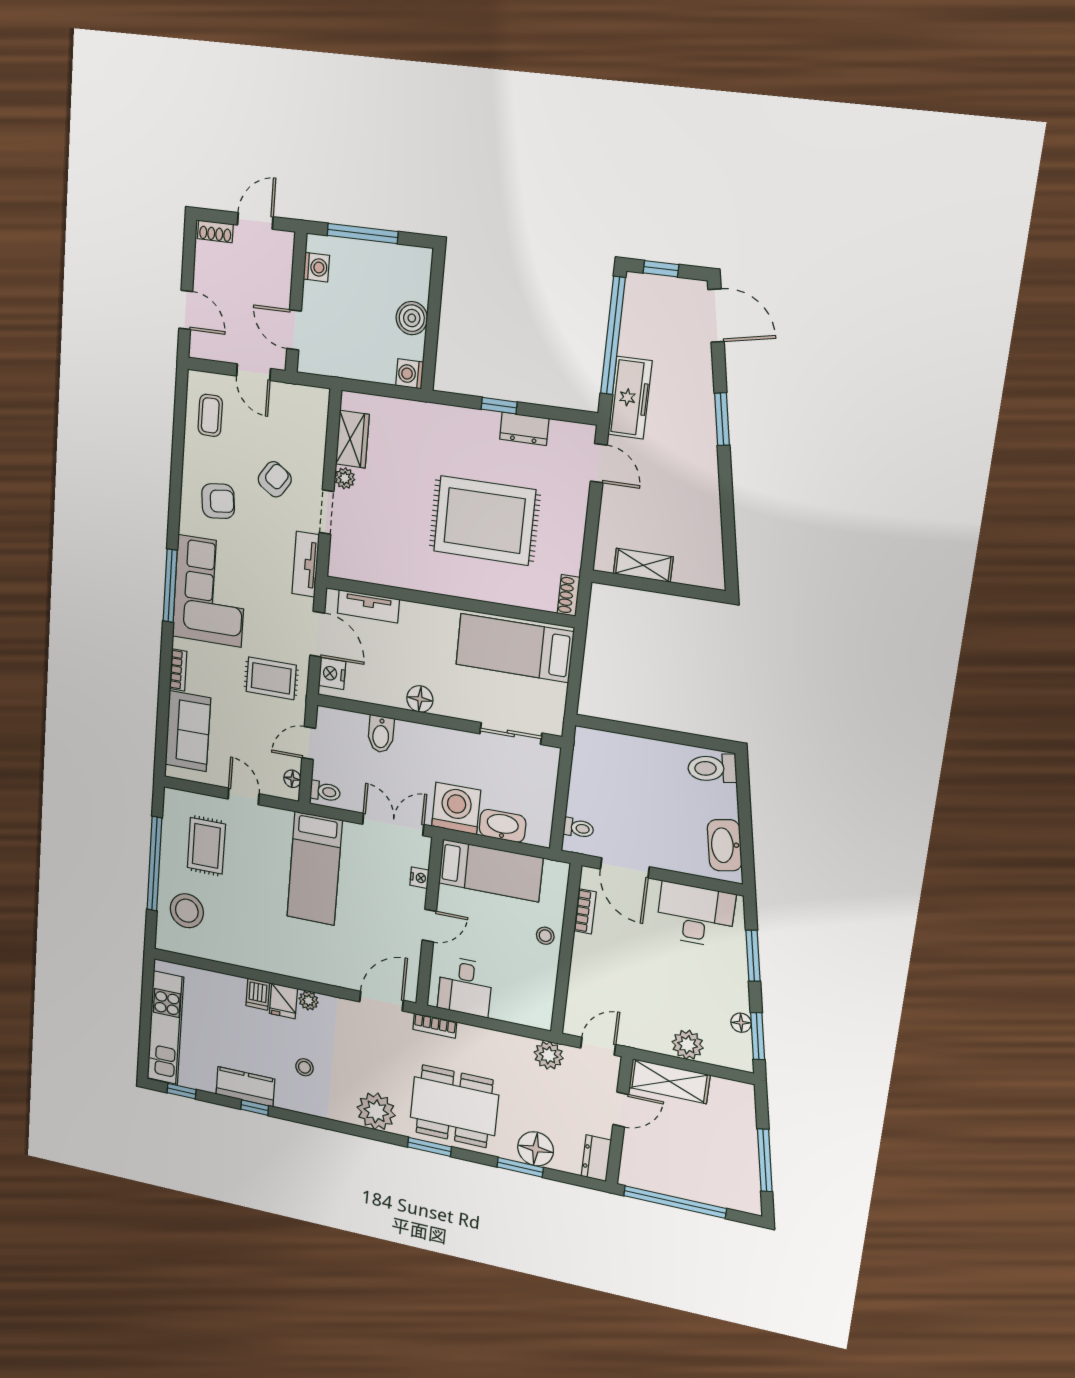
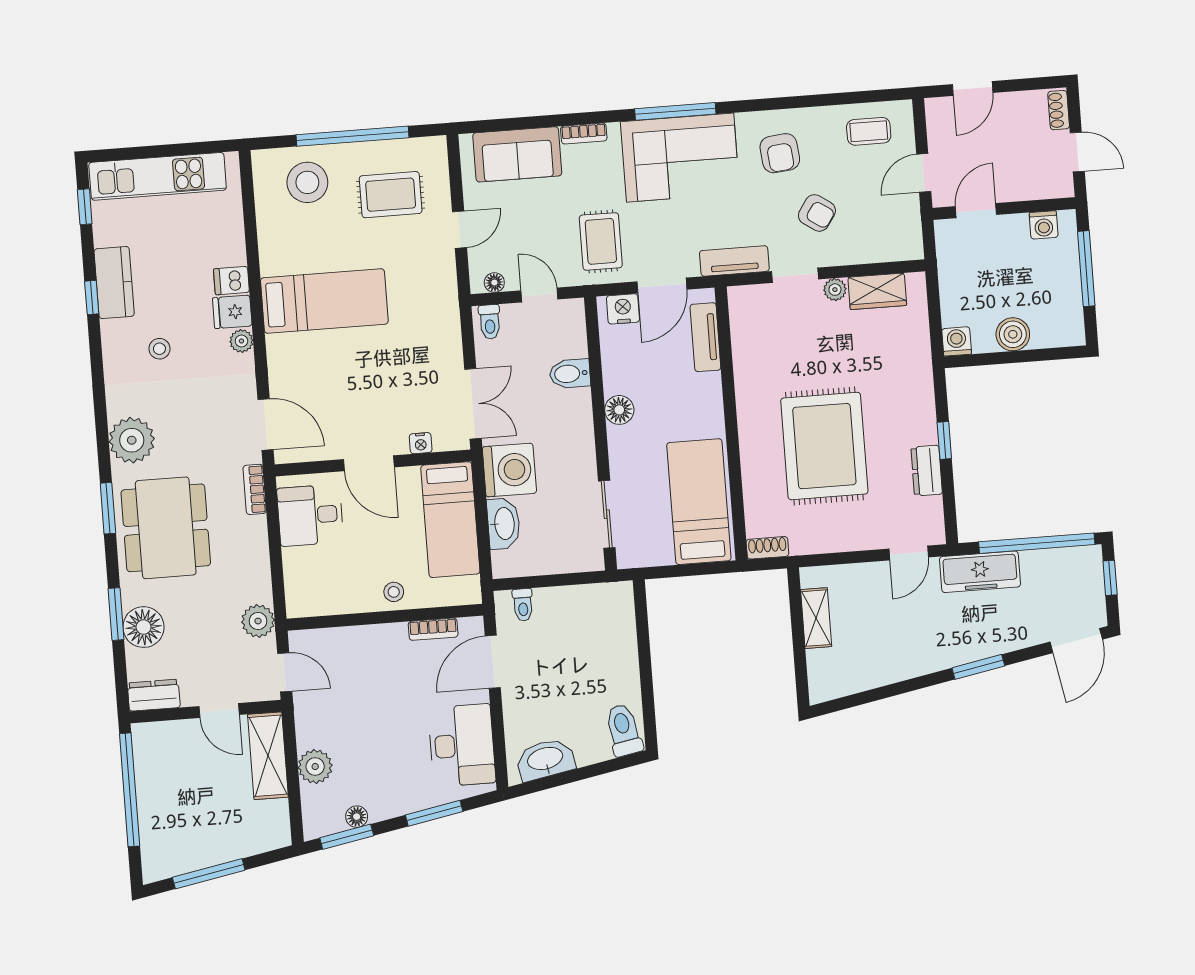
bed: (315, 868) -> (324, 301), moved, turned 180
door: (429, 926) -> (369, 463), width x1.38

